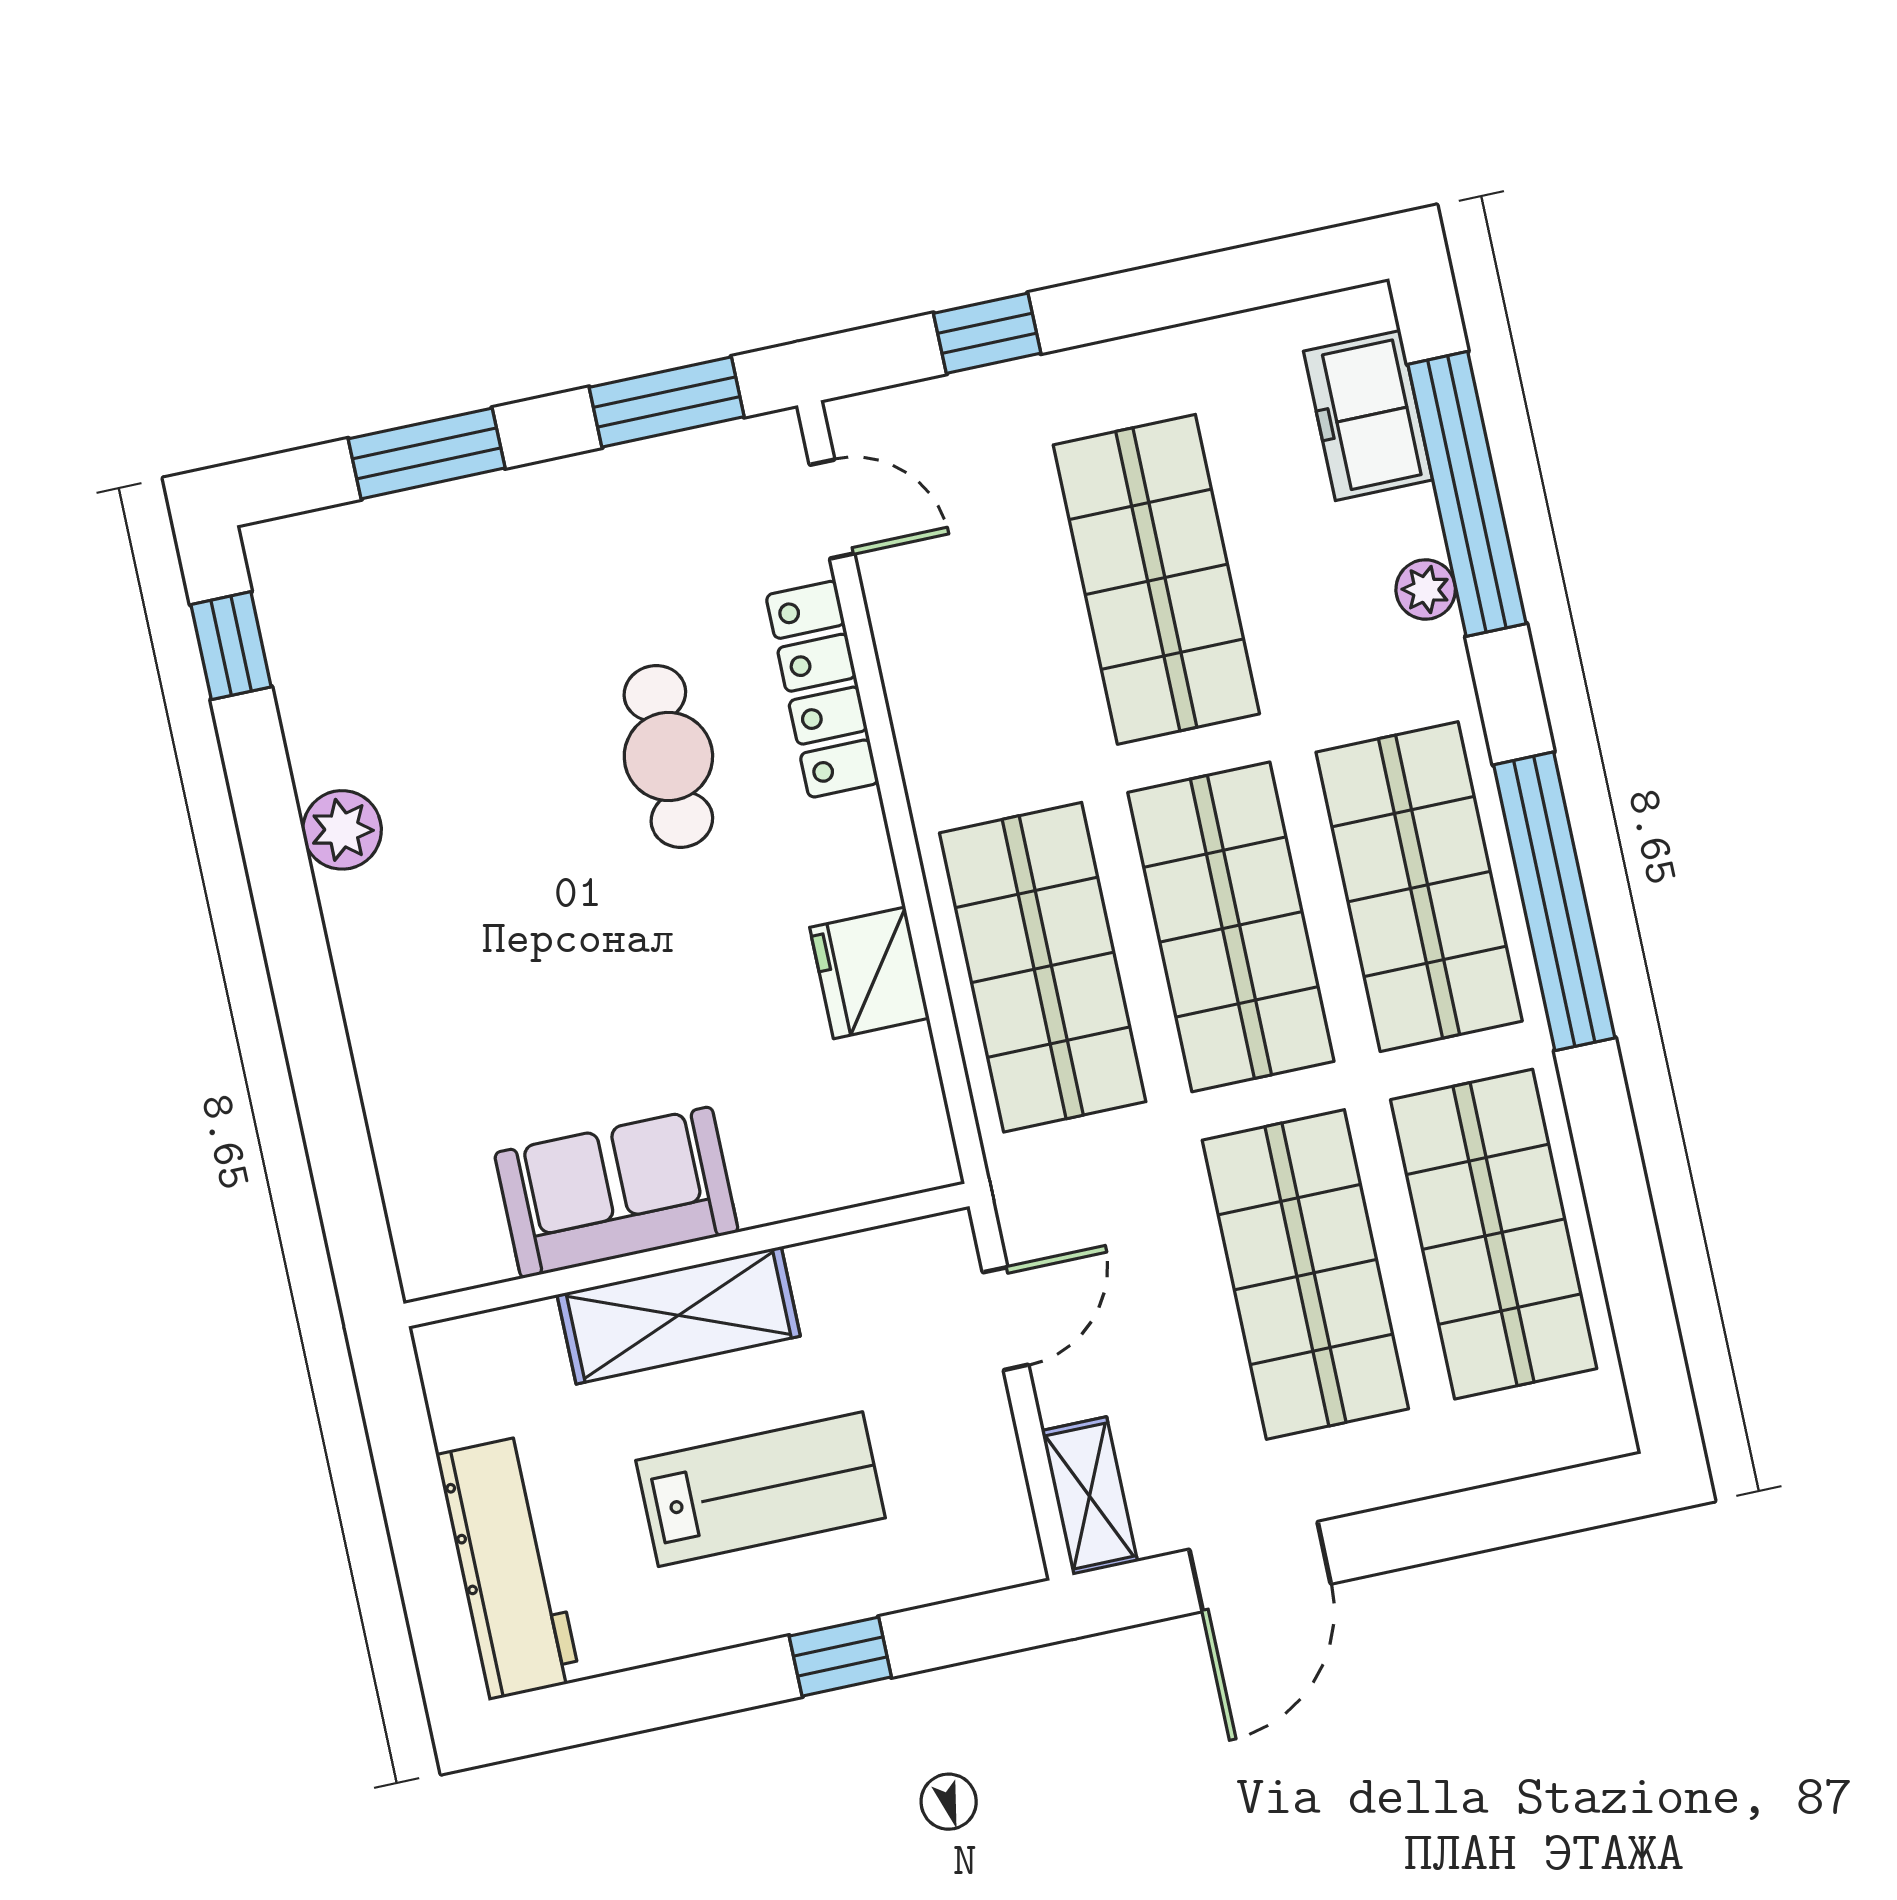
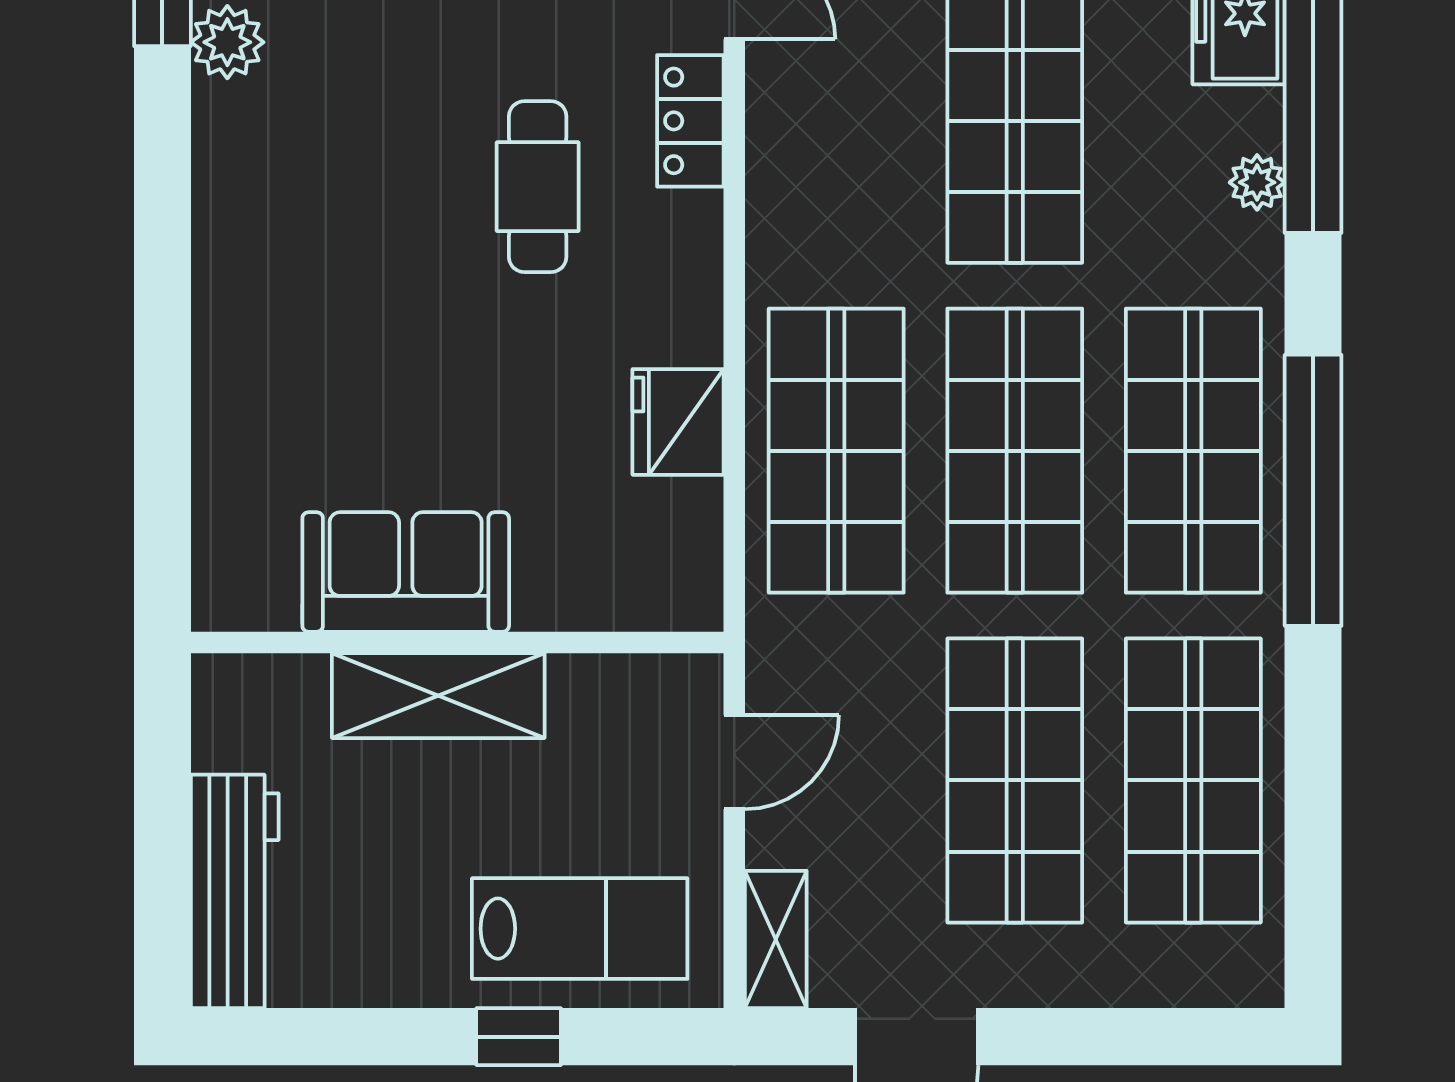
locker: (822, 689) -> (690, 121), width x0.66
plant: (342, 830) -> (227, 42), moved
lab bench: (761, 1489) -> (580, 929), moved

